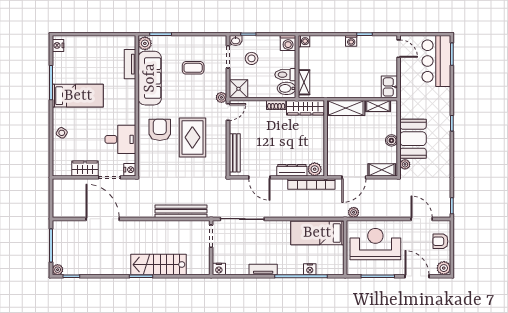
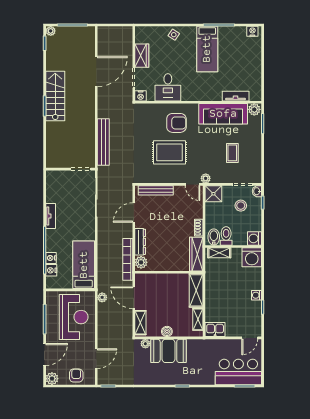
washing machine: (304, 41) -> (252, 257), width x1.89, depth x1.89
stairs: (159, 265) -> (55, 96), moved
nightstand: (219, 269) -> (51, 270), moved

